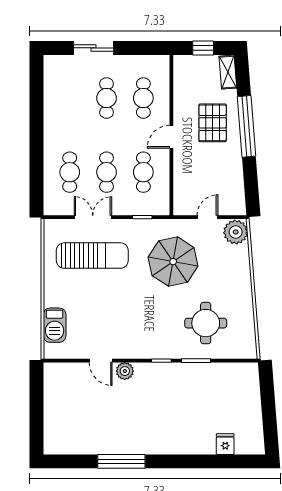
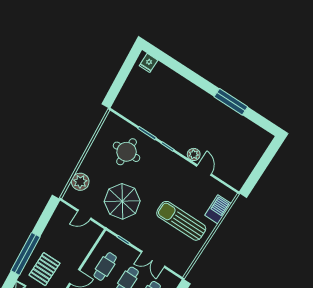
plant: (236, 232) -> (80, 182), moved
sun lounger: (92, 256) -> (181, 221), moved
fridge: (225, 444) -> (148, 63), moved

